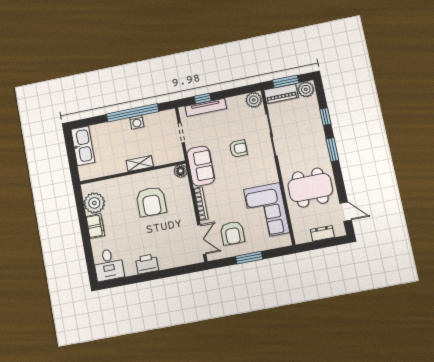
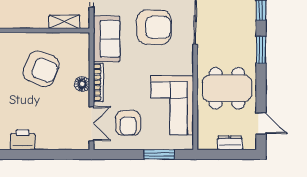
armchair: (238, 149) -> (154, 27), width x1.88, depth x1.88
shelving: (140, 164) -> (64, 22), moved
floor lamp: (181, 171) -> (82, 84), moved
armchair: (151, 202) -> (41, 69), turned -68
window: (249, 258) -> (159, 154), moved

